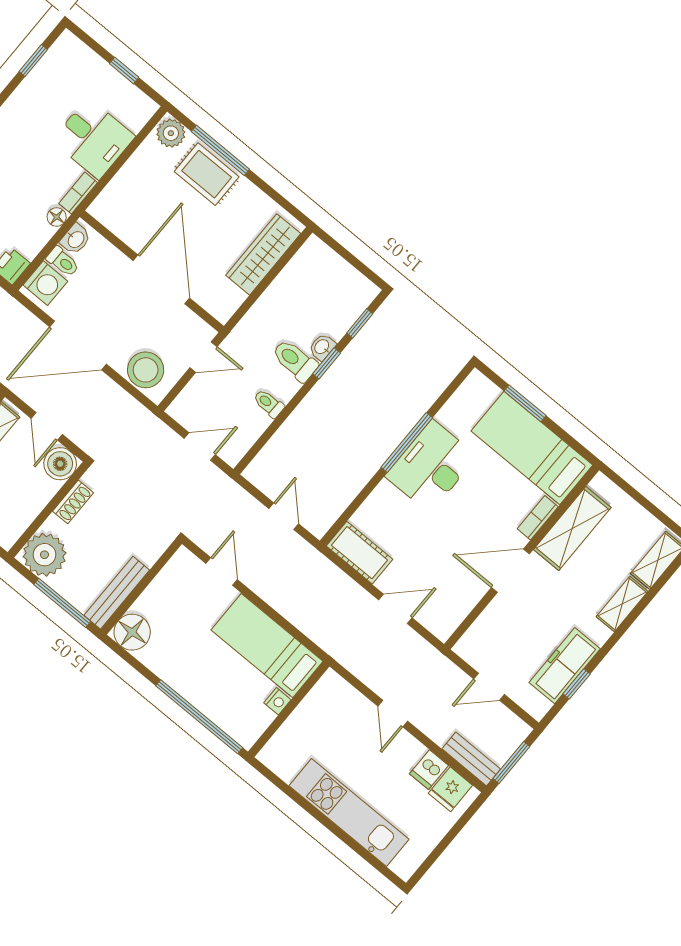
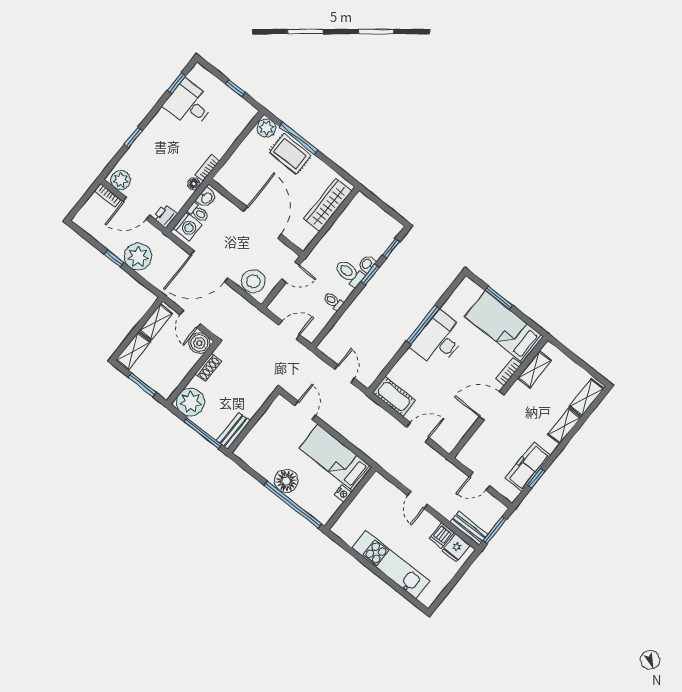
desk: (93, 138) -> (189, 104), moved, turned 180
shelving: (572, 528) -> (534, 369), width x0.67, depth x0.75
bench: (117, 593) -> (234, 431), width x0.73
floor lamp: (132, 632) -> (286, 481), moved

